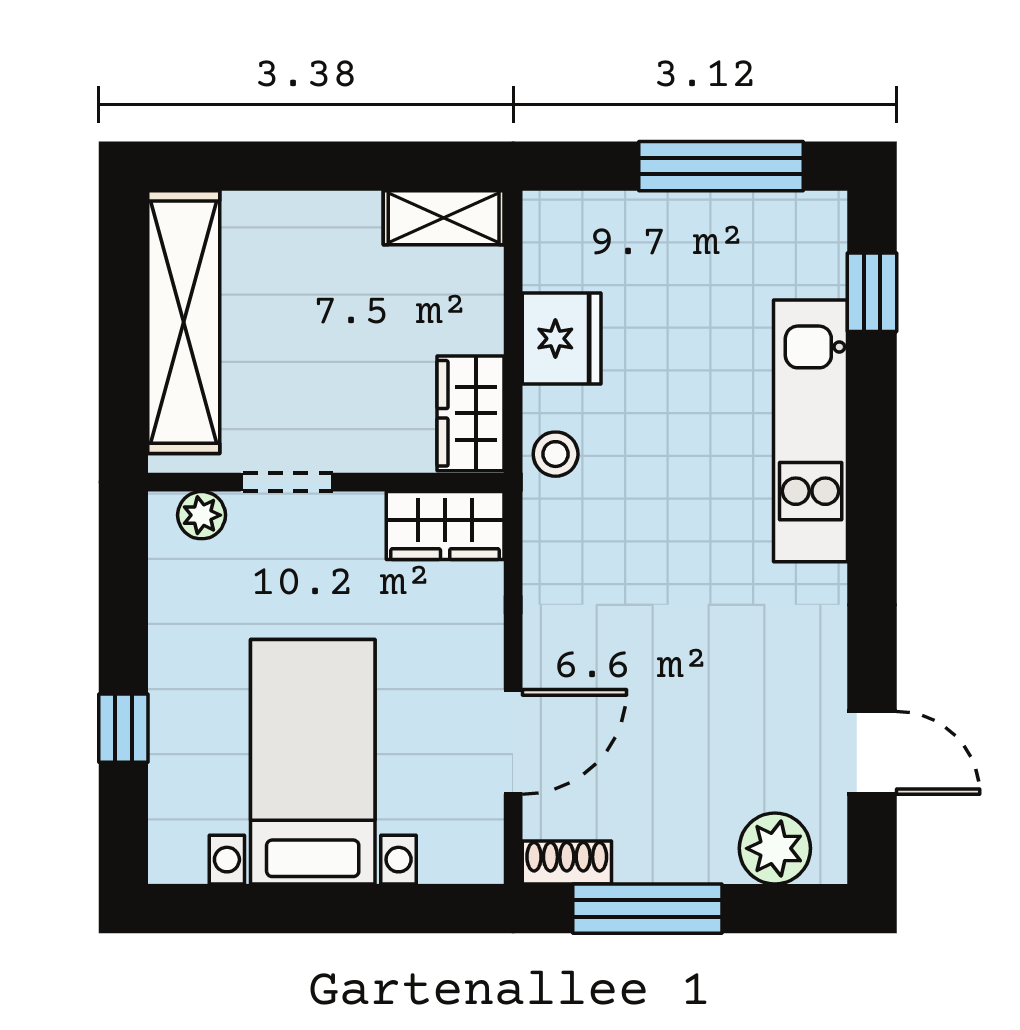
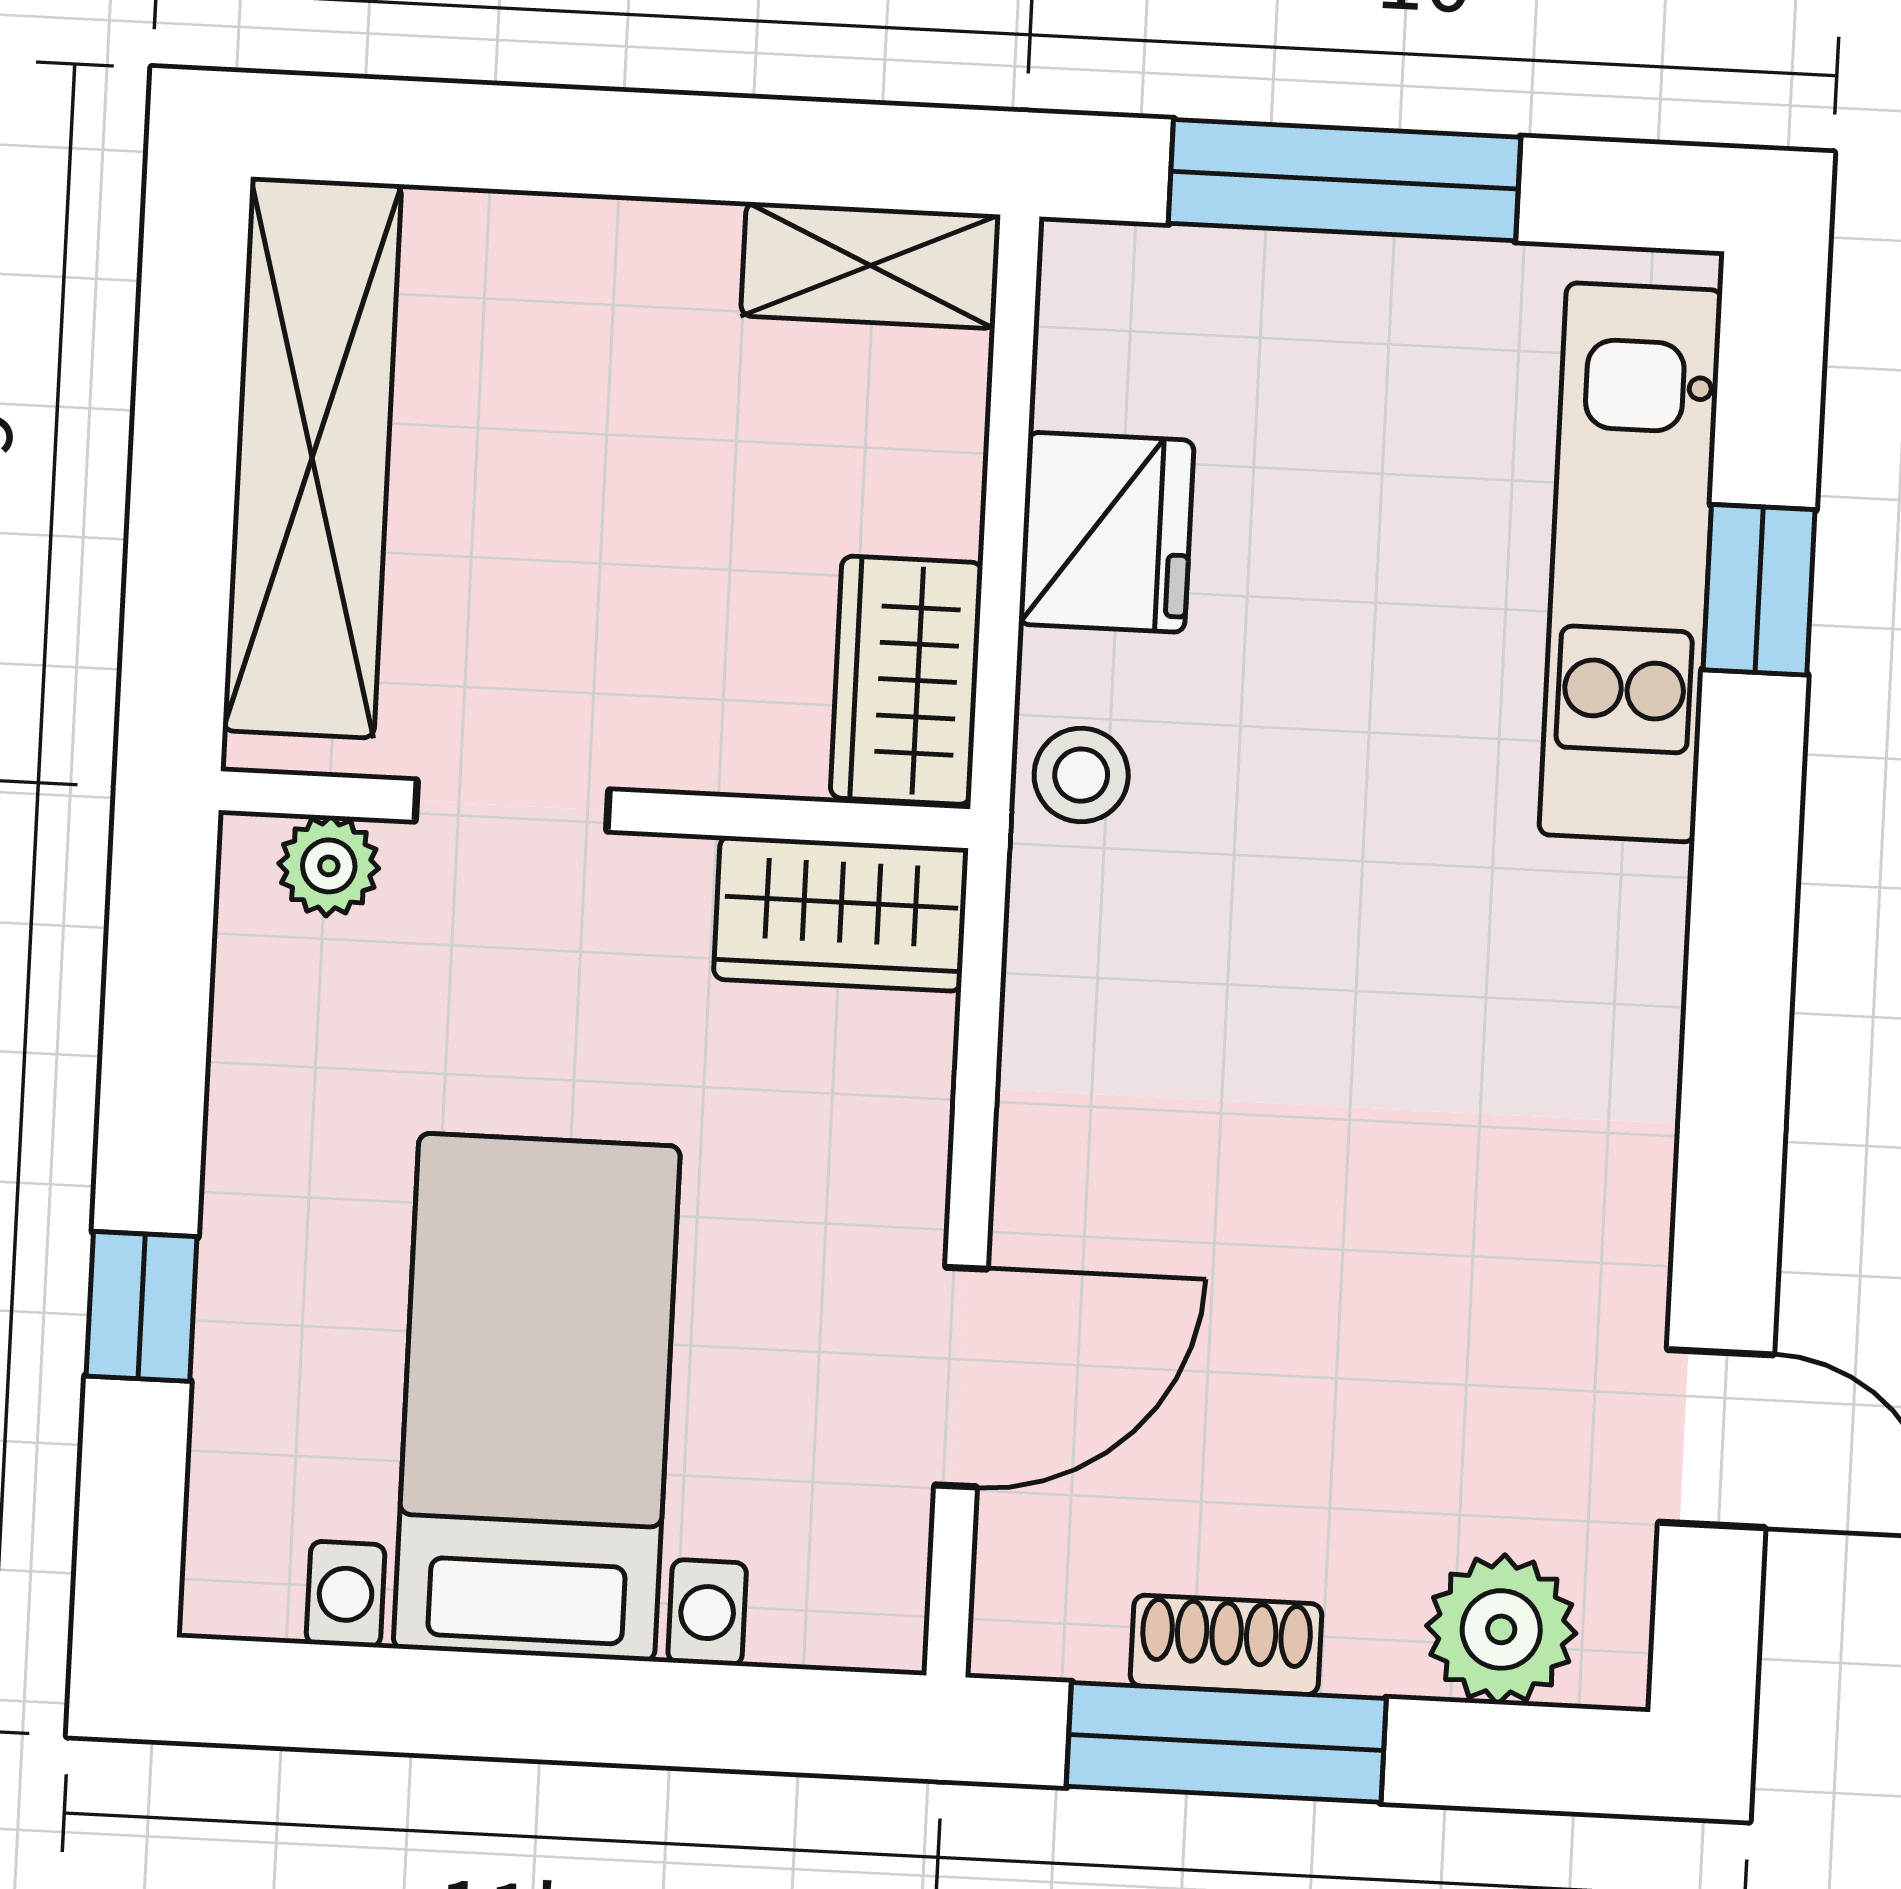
window: (721, 166) -> (1345, 180), moved
window: (872, 292) -> (1759, 590), moved
kitchen unit: (811, 431) -> (1631, 562), moved
shoe rack: (567, 862) -> (1226, 1645), moved

